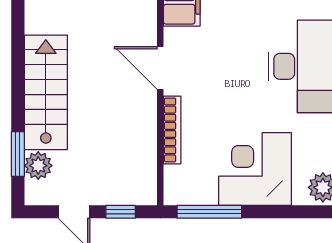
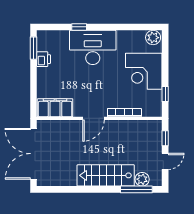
window: (18, 154) -> (136, 189), width x1.44
window: (209, 212) -> (165, 94), width x0.46

